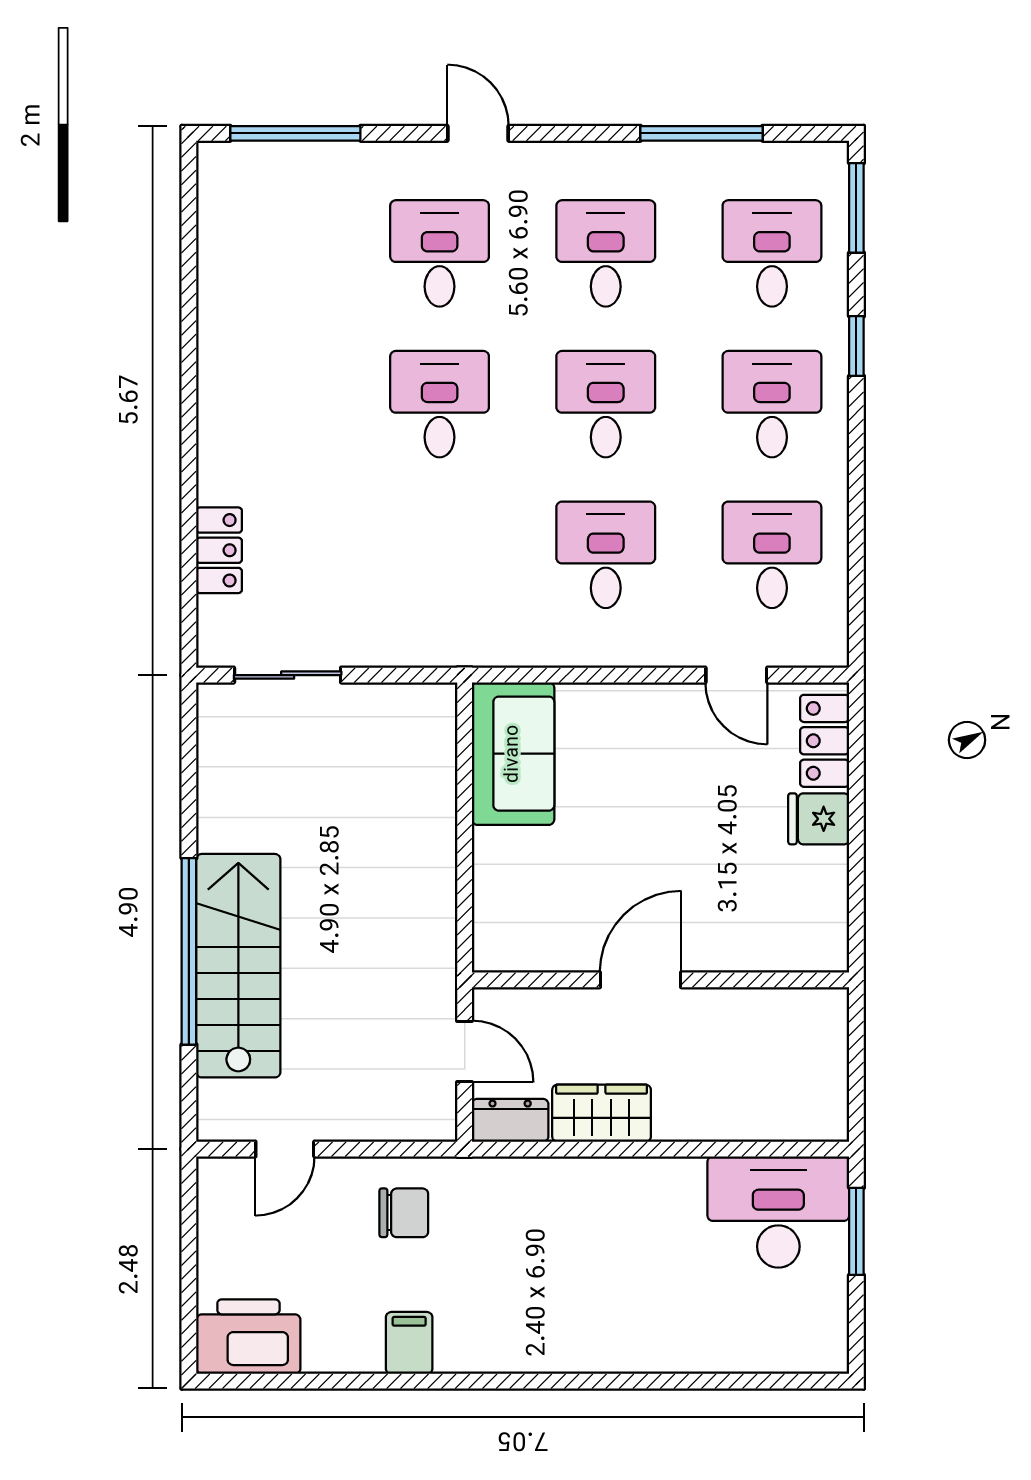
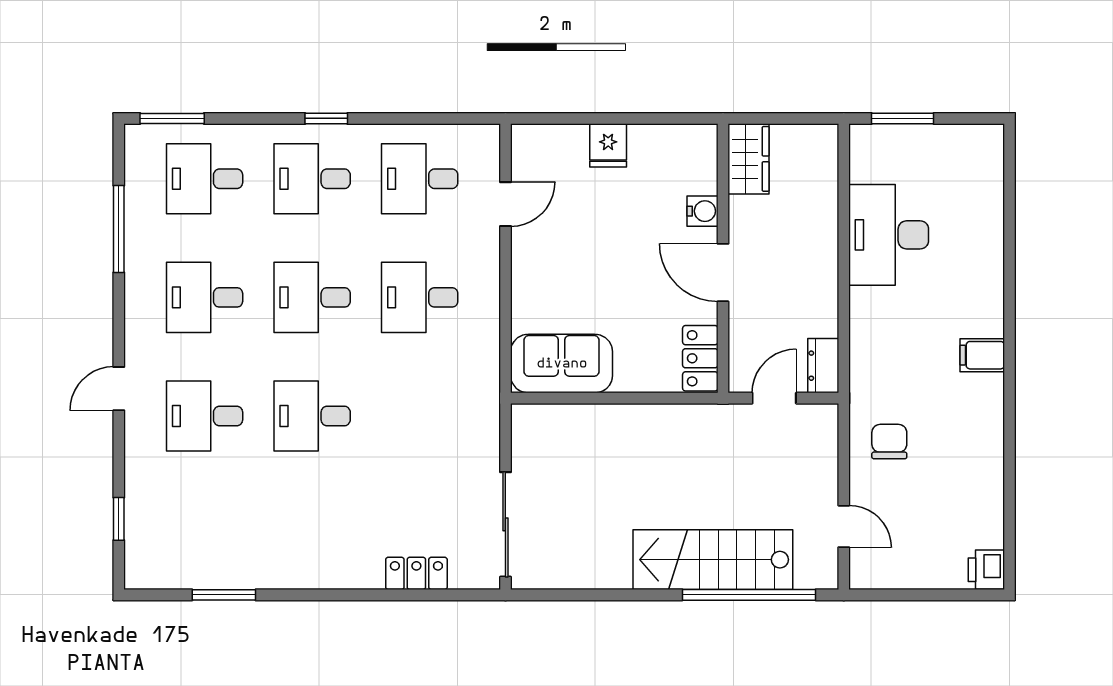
window: (295, 133) -> (119, 519), width x0.46
window: (189, 281) -> (224, 595), added
window: (856, 346) -> (326, 118), moved
sliding door: (288, 675) -> (505, 524), width x1.37
locker: (825, 741) -> (700, 358), moved, turned 90
window: (189, 951) -> (749, 595), moved
water cooler: (727, 951) -> (702, 211), added
wardrobe: (602, 1113) -> (749, 159), moved, turned 180
desk: (778, 1212) -> (889, 235), moved
printer: (248, 1337) -> (986, 570), width x0.53, depth x0.68
filing cabinet: (409, 1343) -> (982, 355), moved

